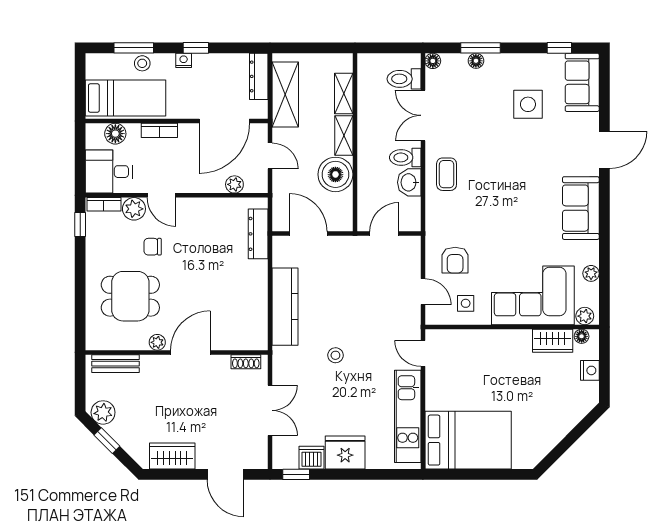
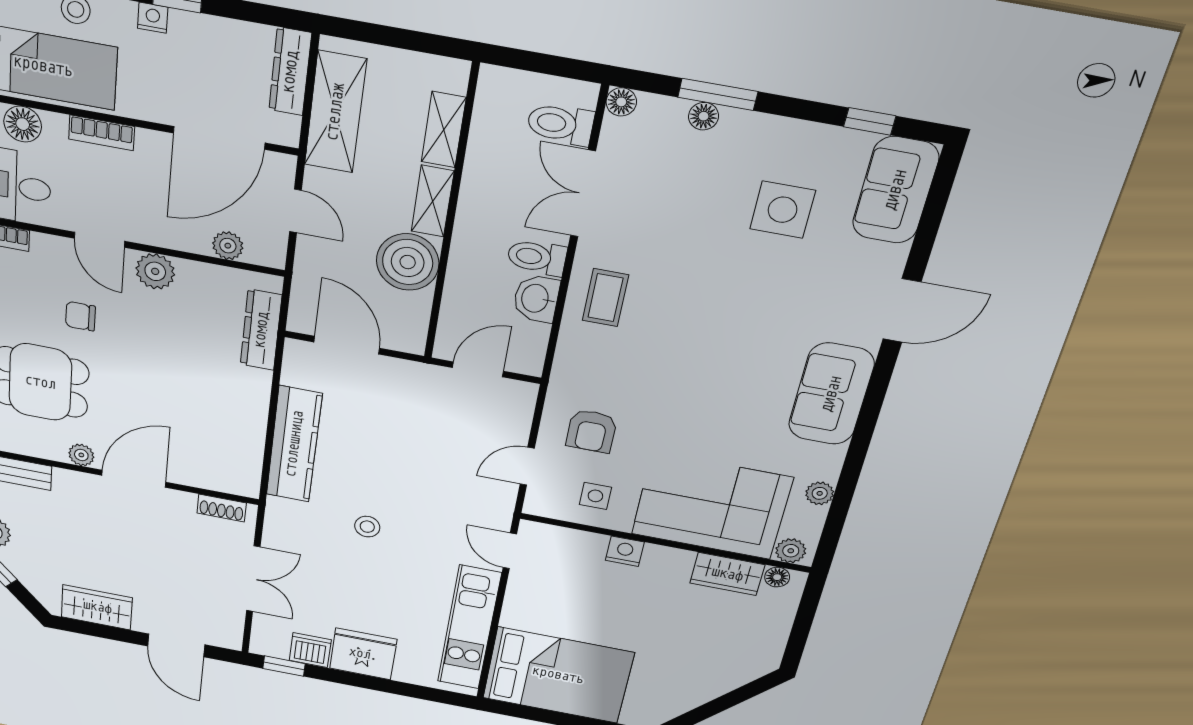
plant: (134, 209) -> (155, 271), moved
door: (423, 292) -> (527, 466), swing flipped
nightstand: (590, 370) -> (625, 551), moved, turned -90

